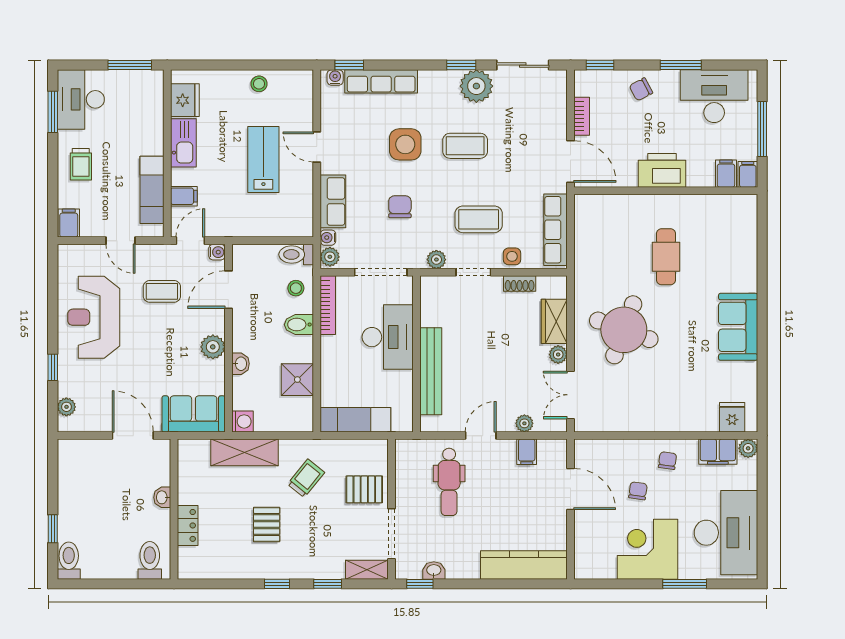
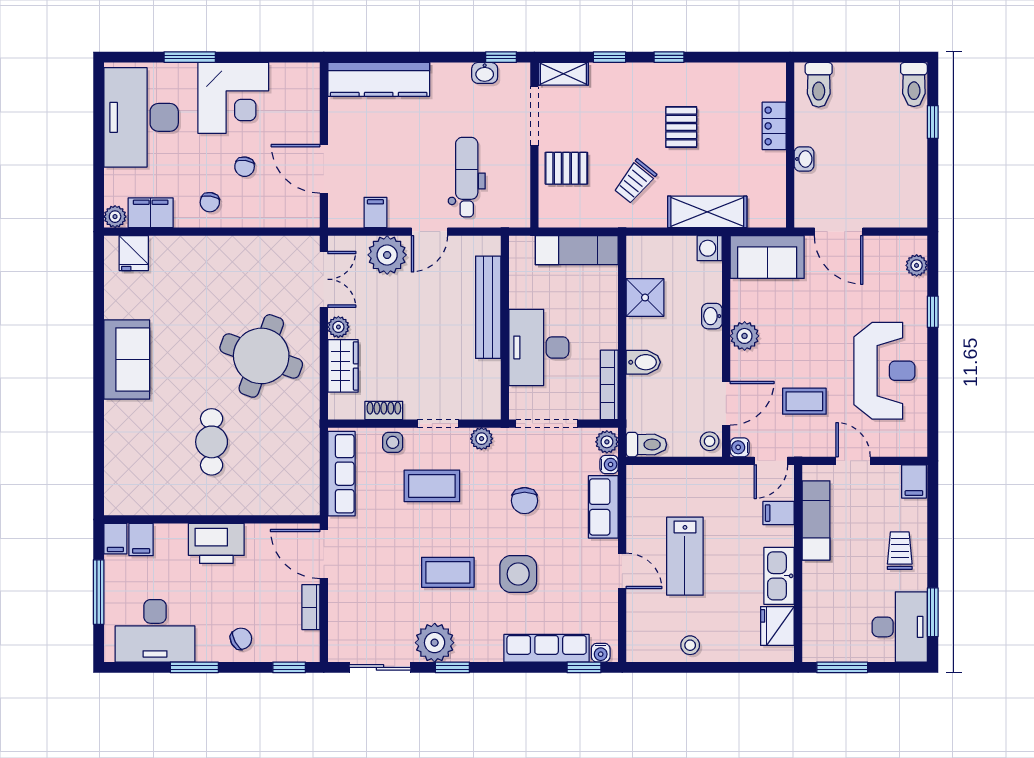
stool: (296, 288) -> (710, 441), moved
plant: (524, 423) -> (387, 255), width x1.87, depth x1.87

